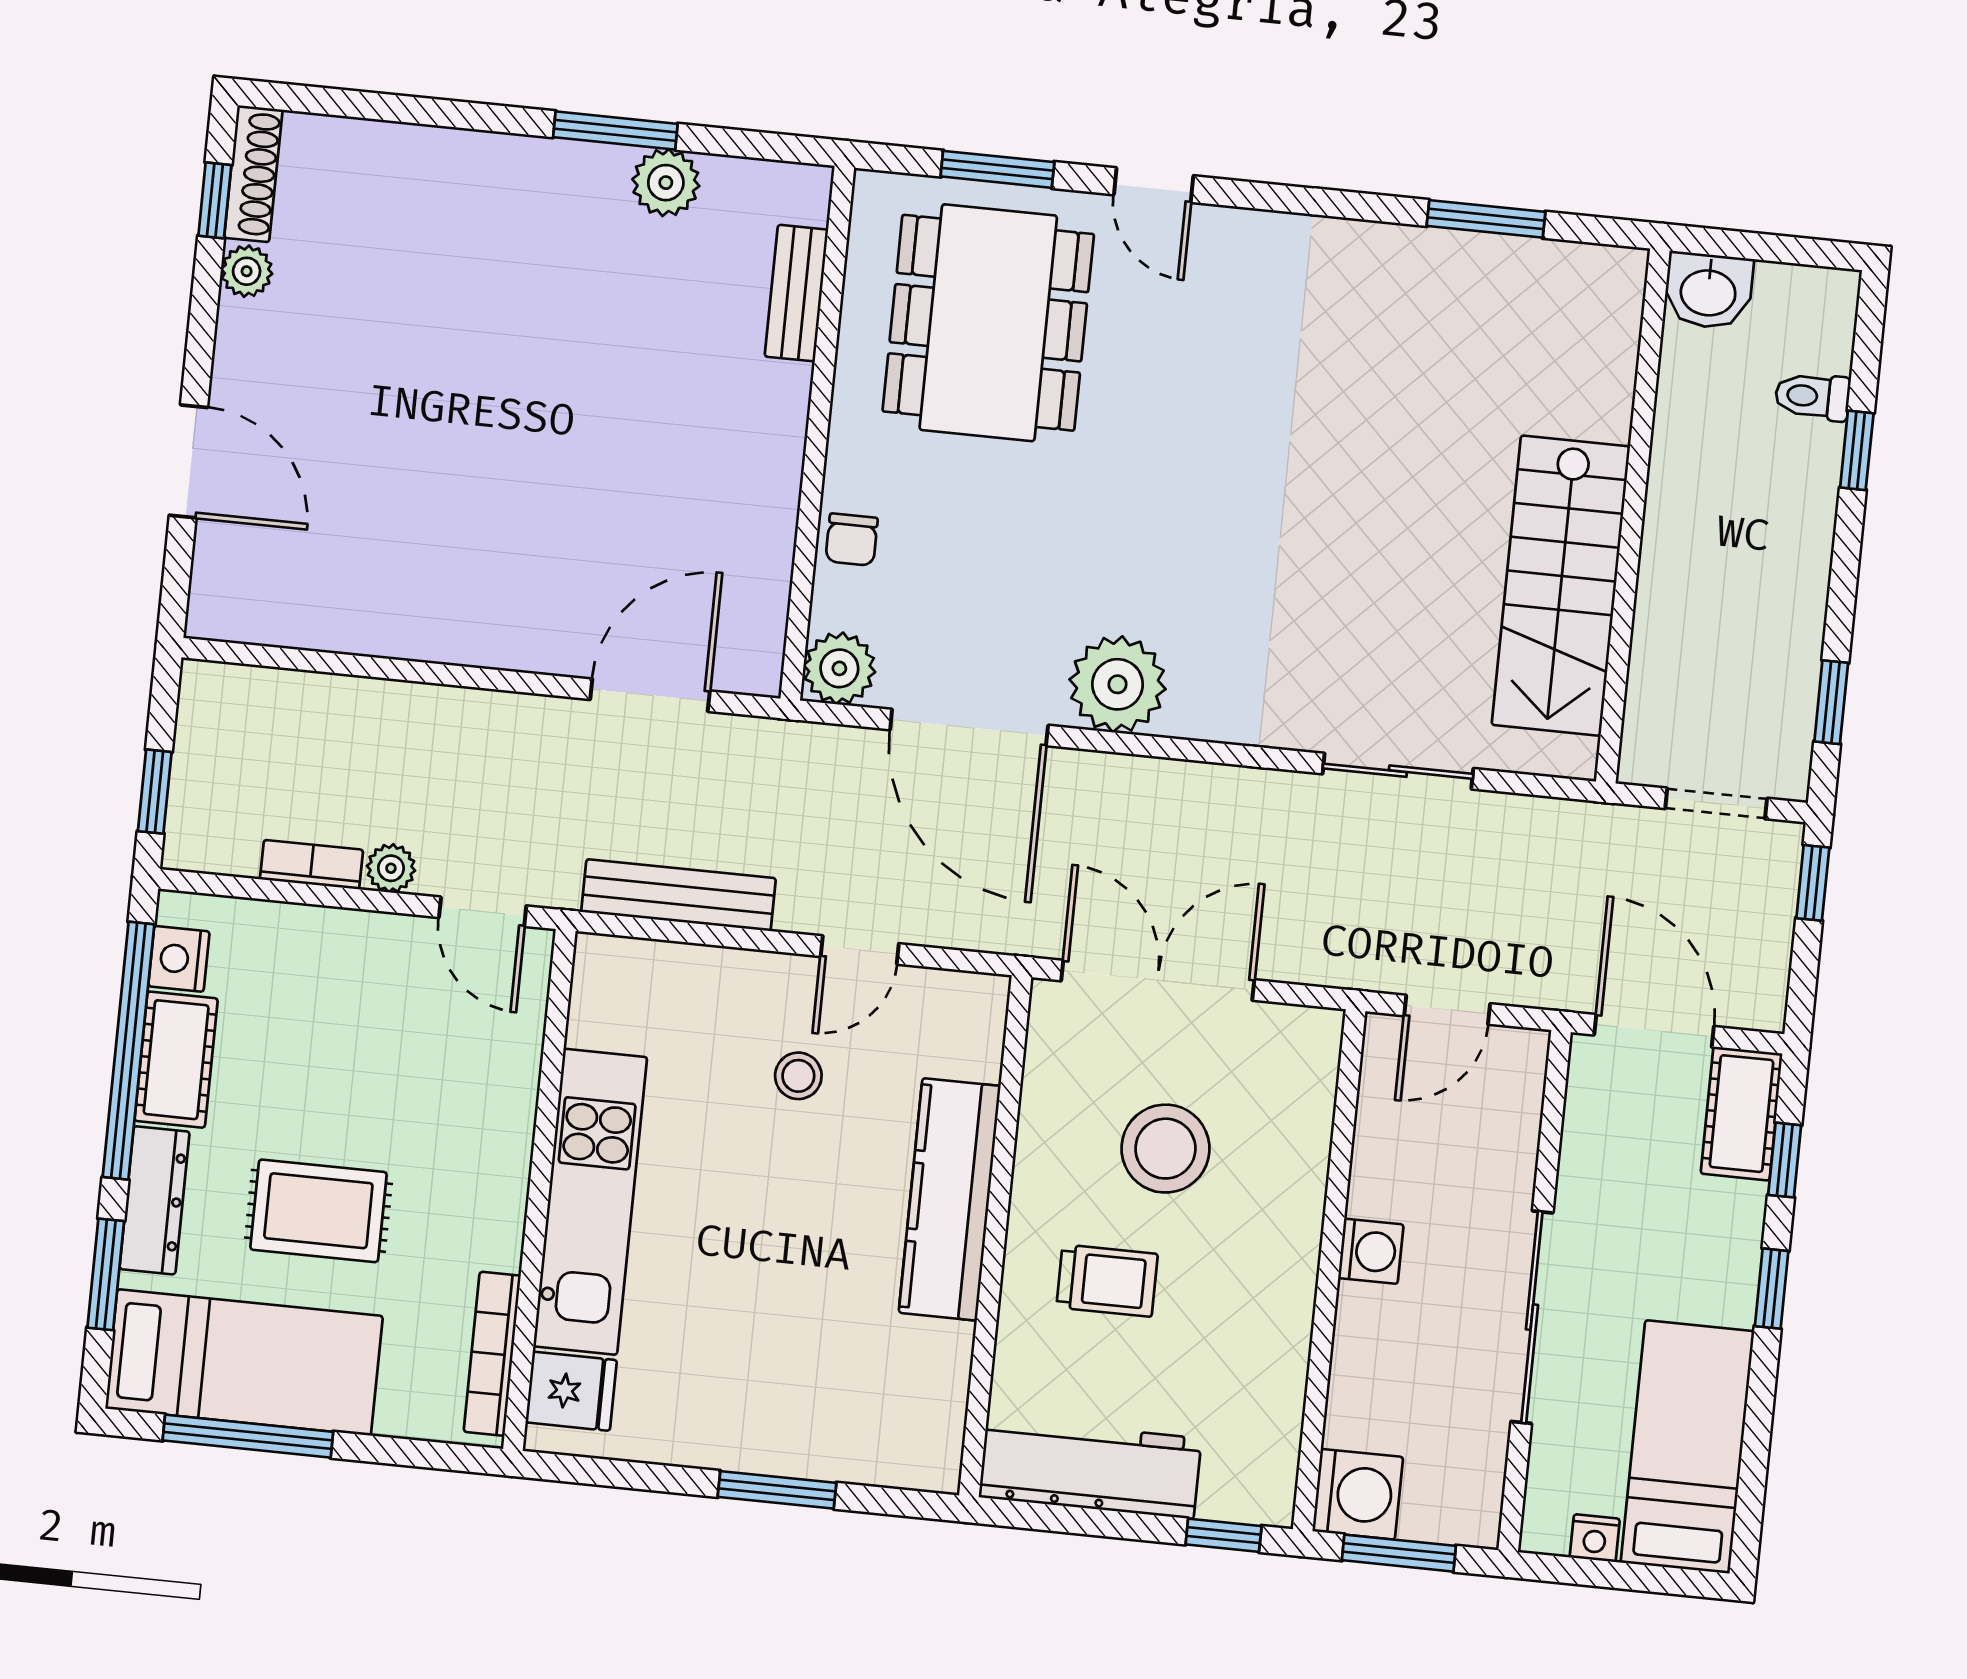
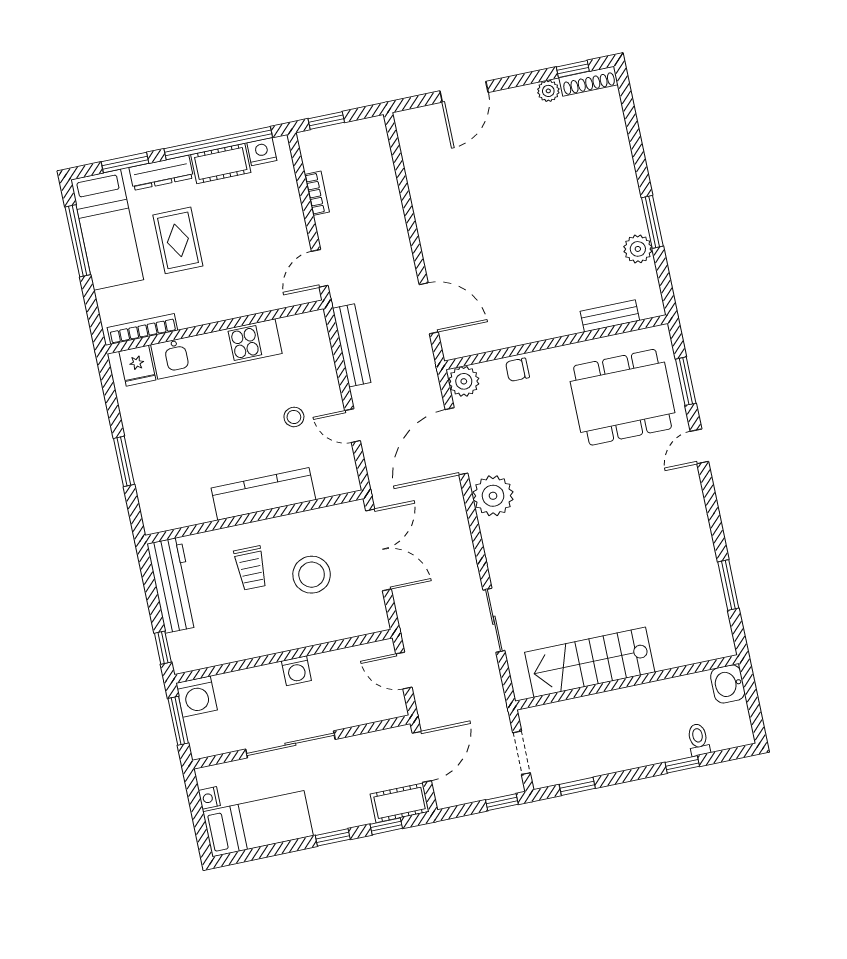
plant: (391, 868) -> (326, 226), removed

